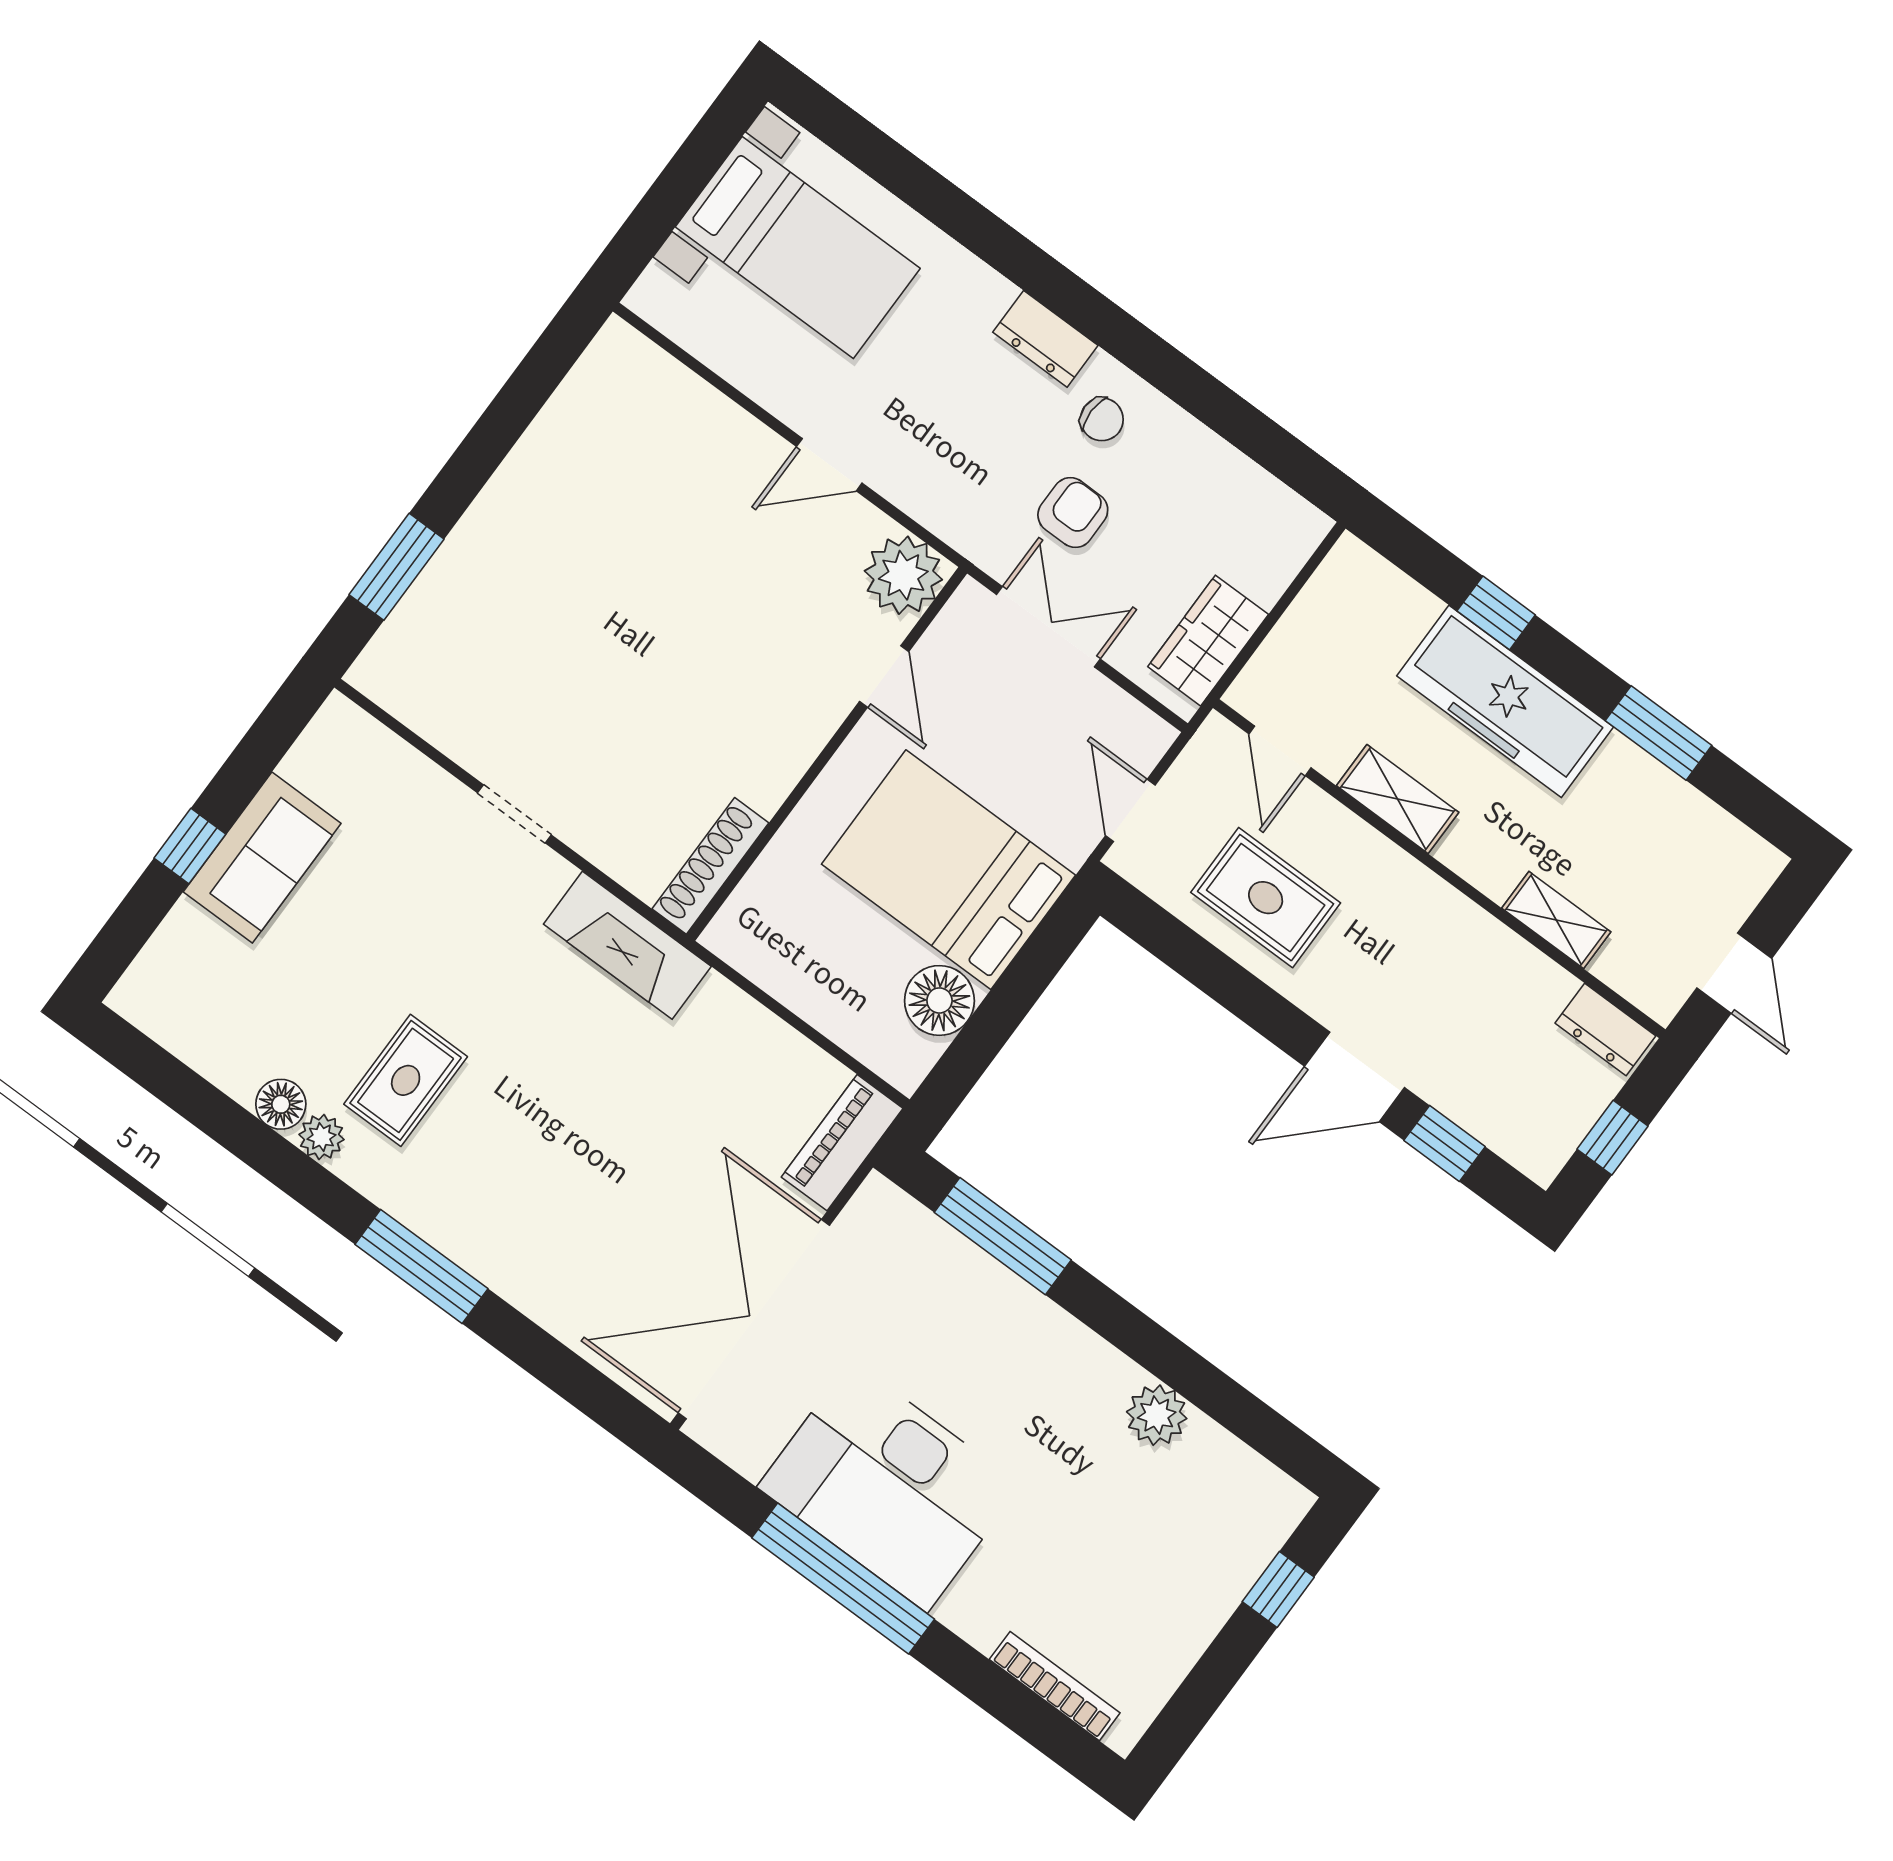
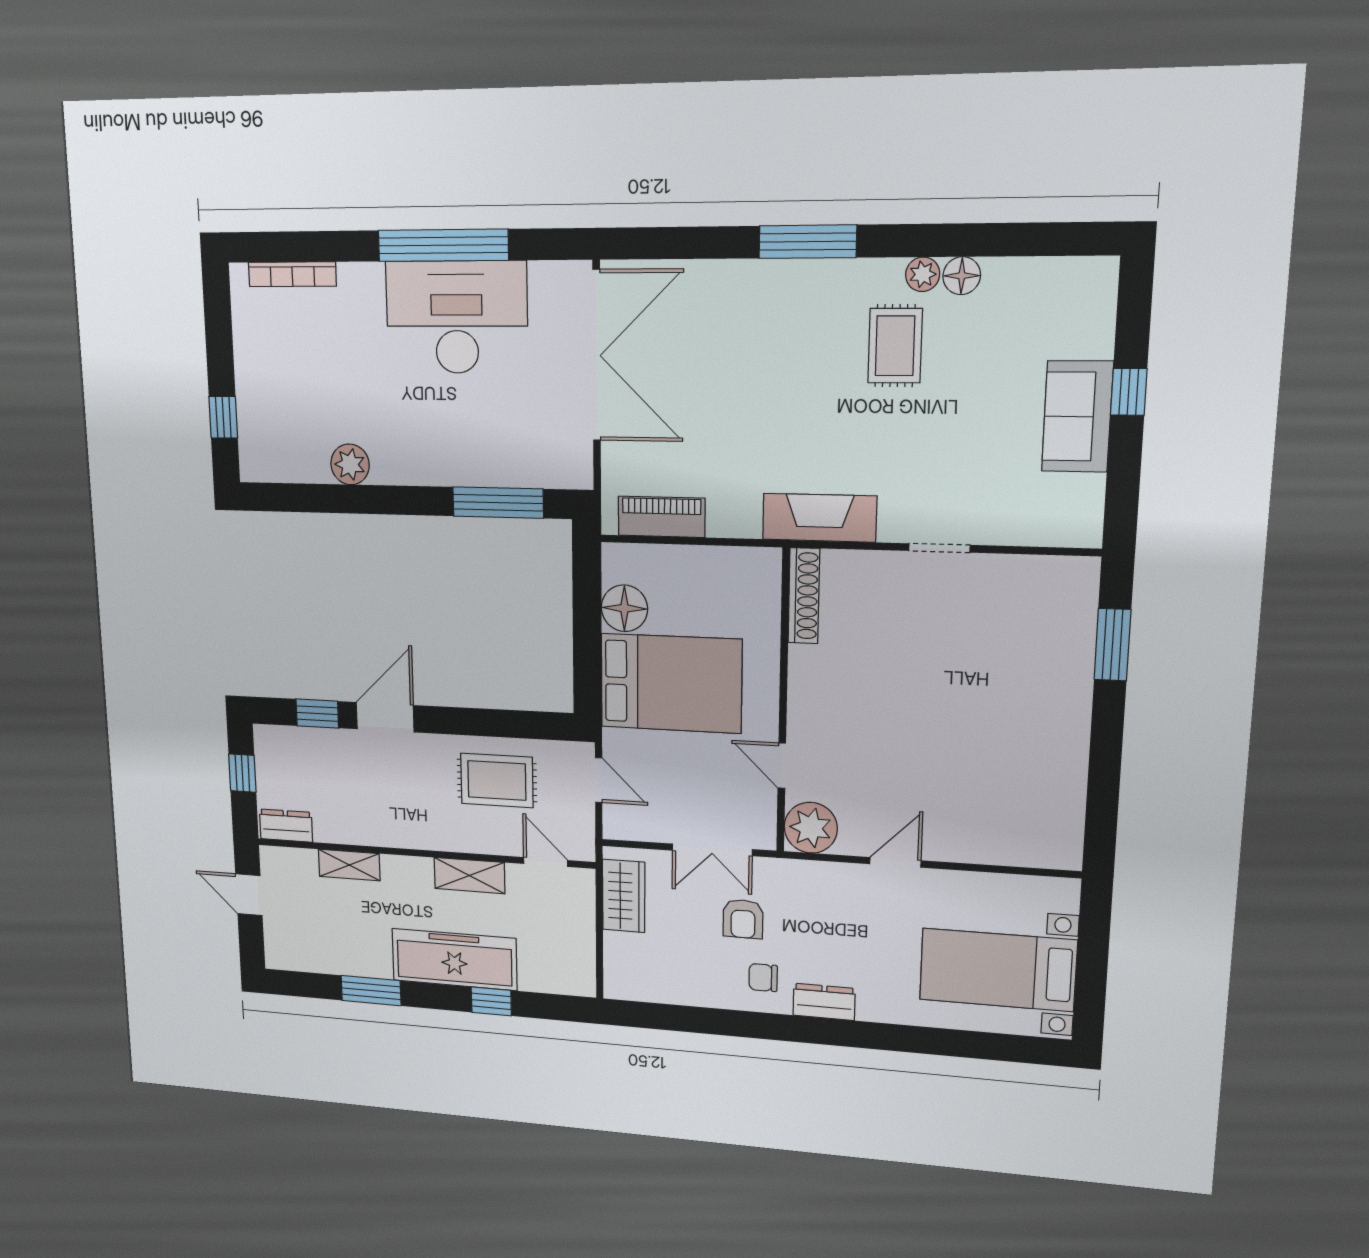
piano: (842, 1143) -> (661, 517), moved, turned -90

